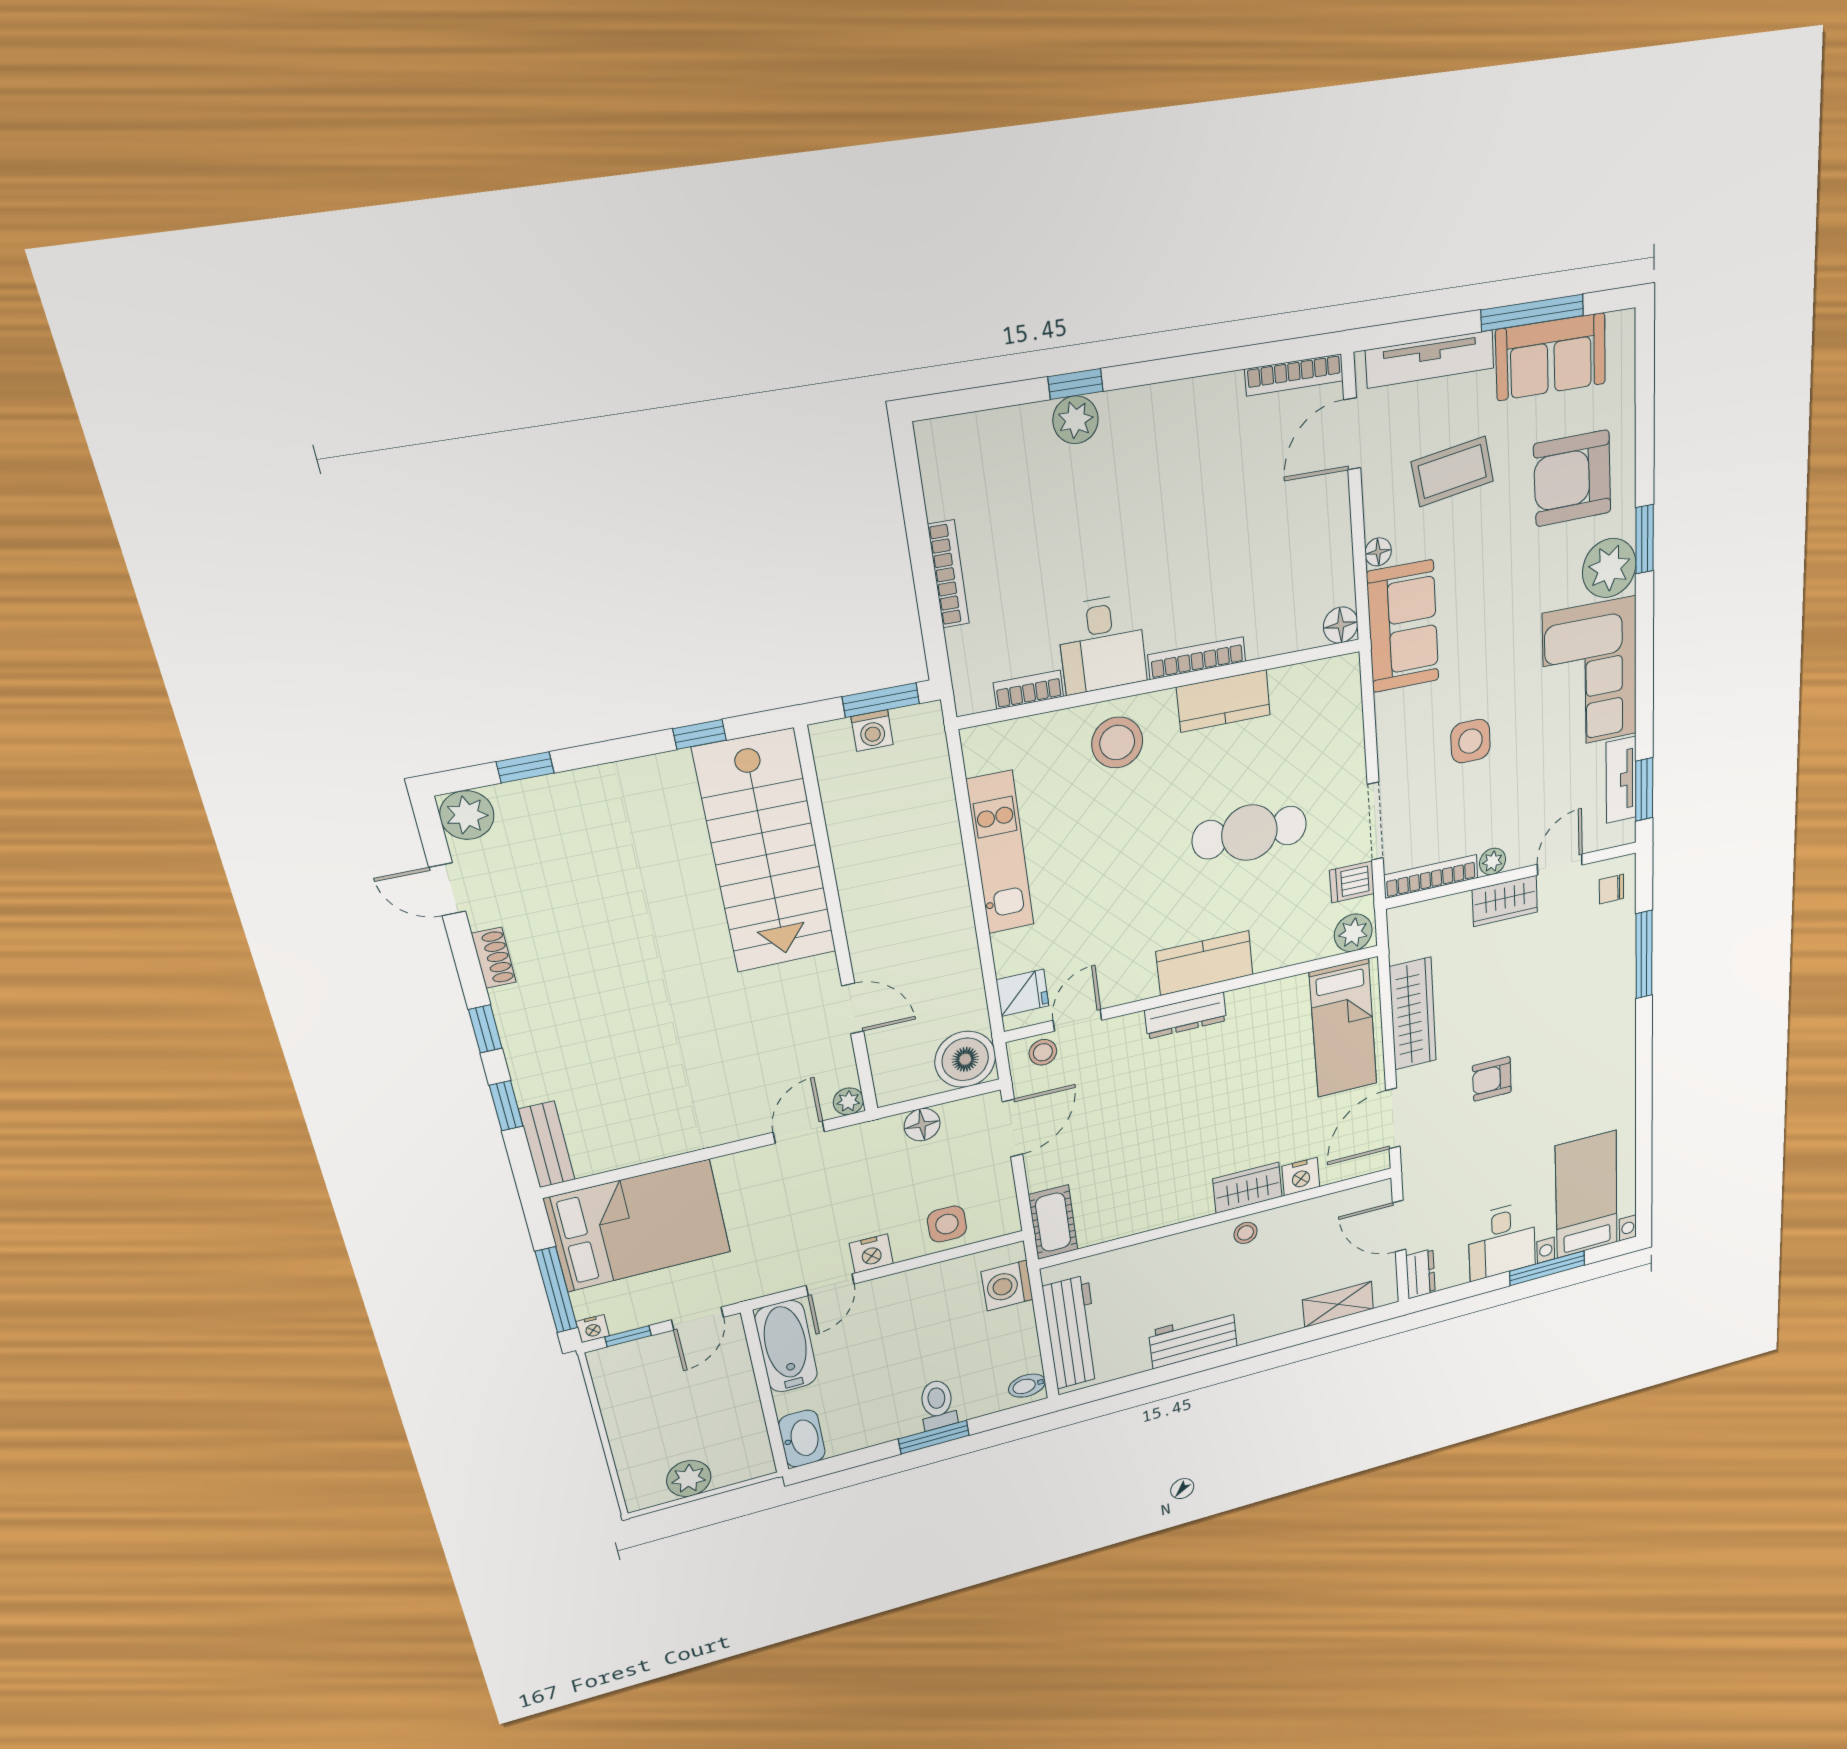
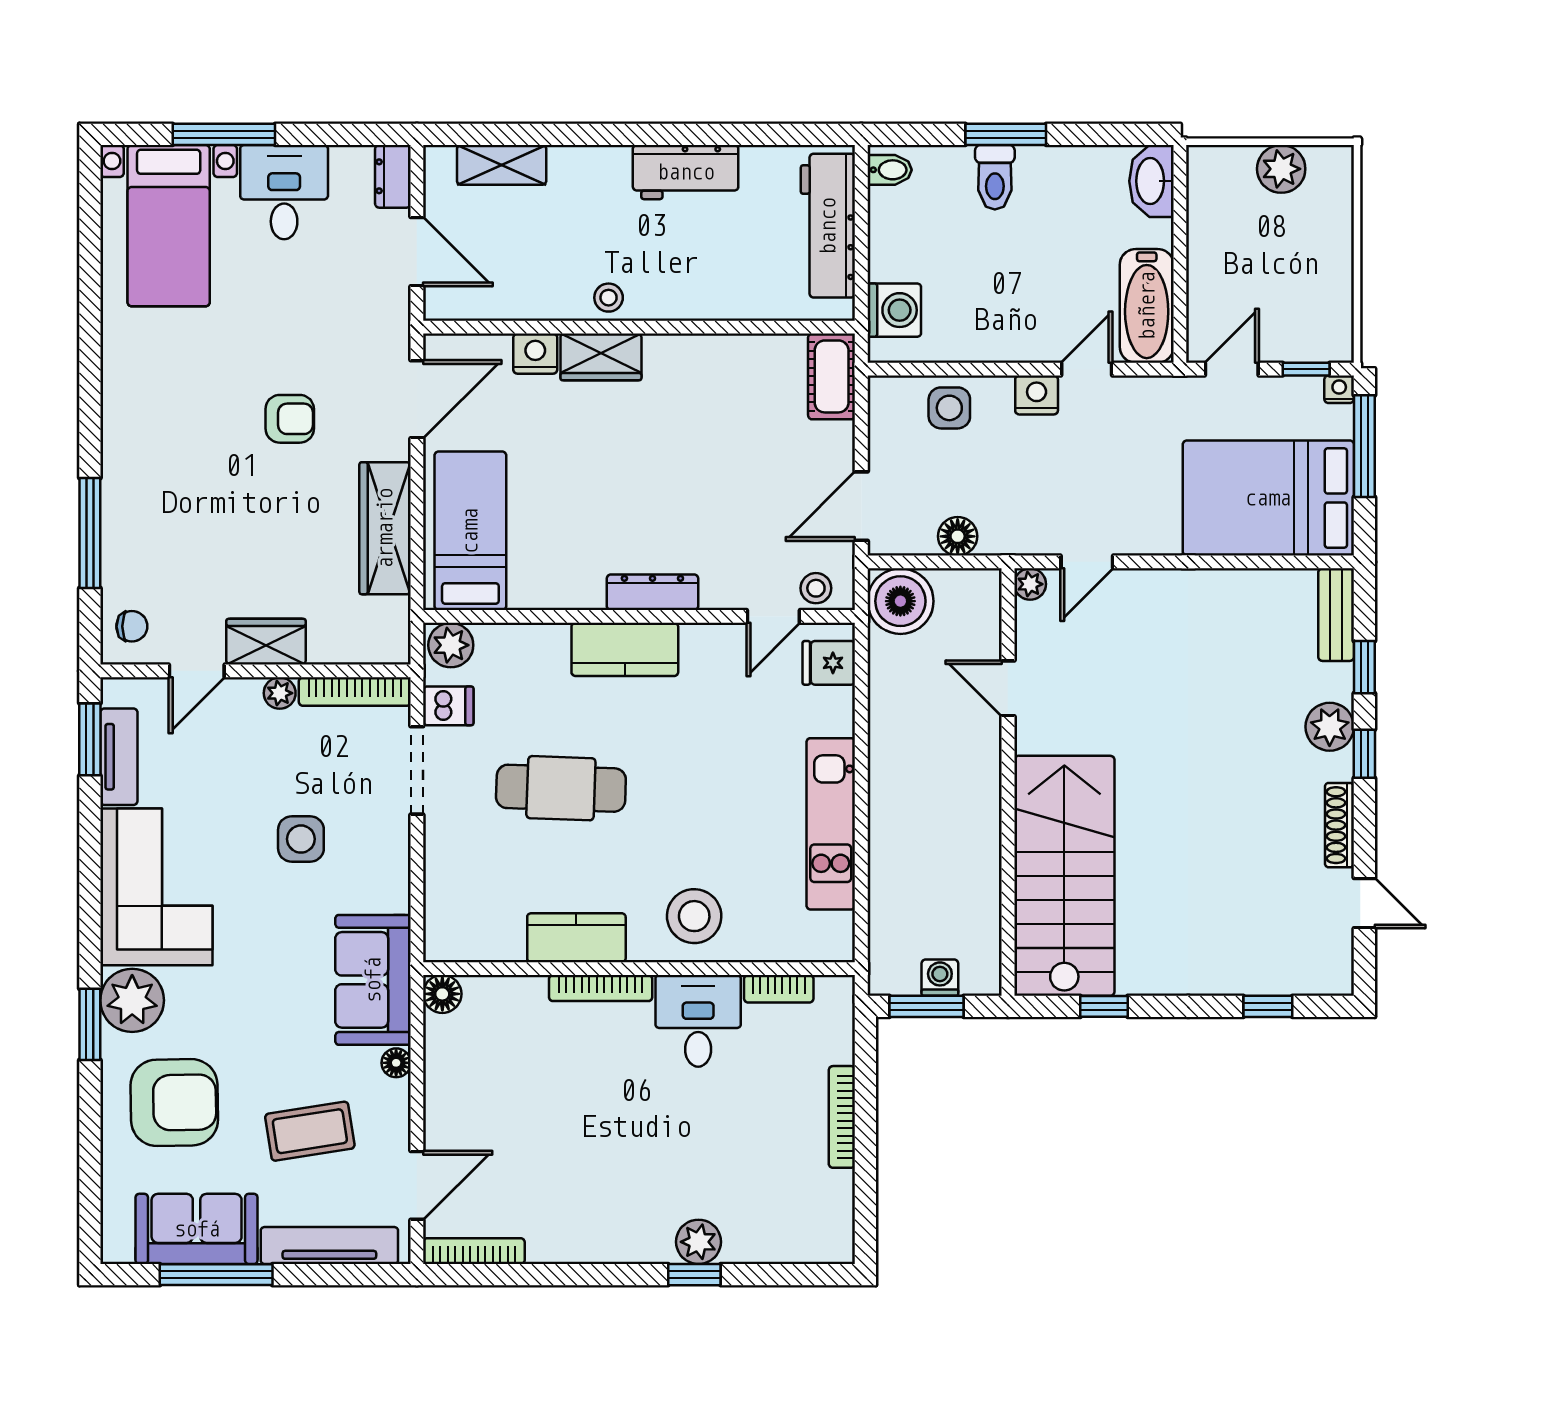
plant: (467, 815) -> (1330, 727), moved
shoe rack: (494, 958) -> (1339, 825), width x1.43

